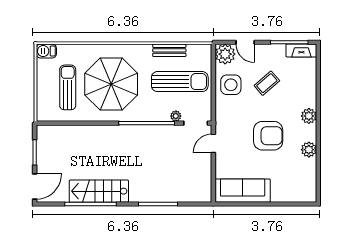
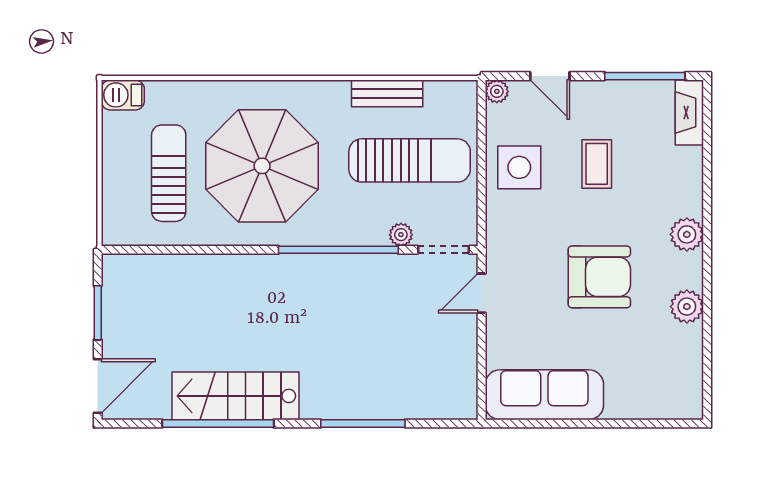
fireplace: (301, 51) -> (689, 112), moved, turned 90
plant: (225, 54) -> (497, 91), width x0.53, depth x0.53
coffee table: (267, 83) -> (597, 164), turned -49

